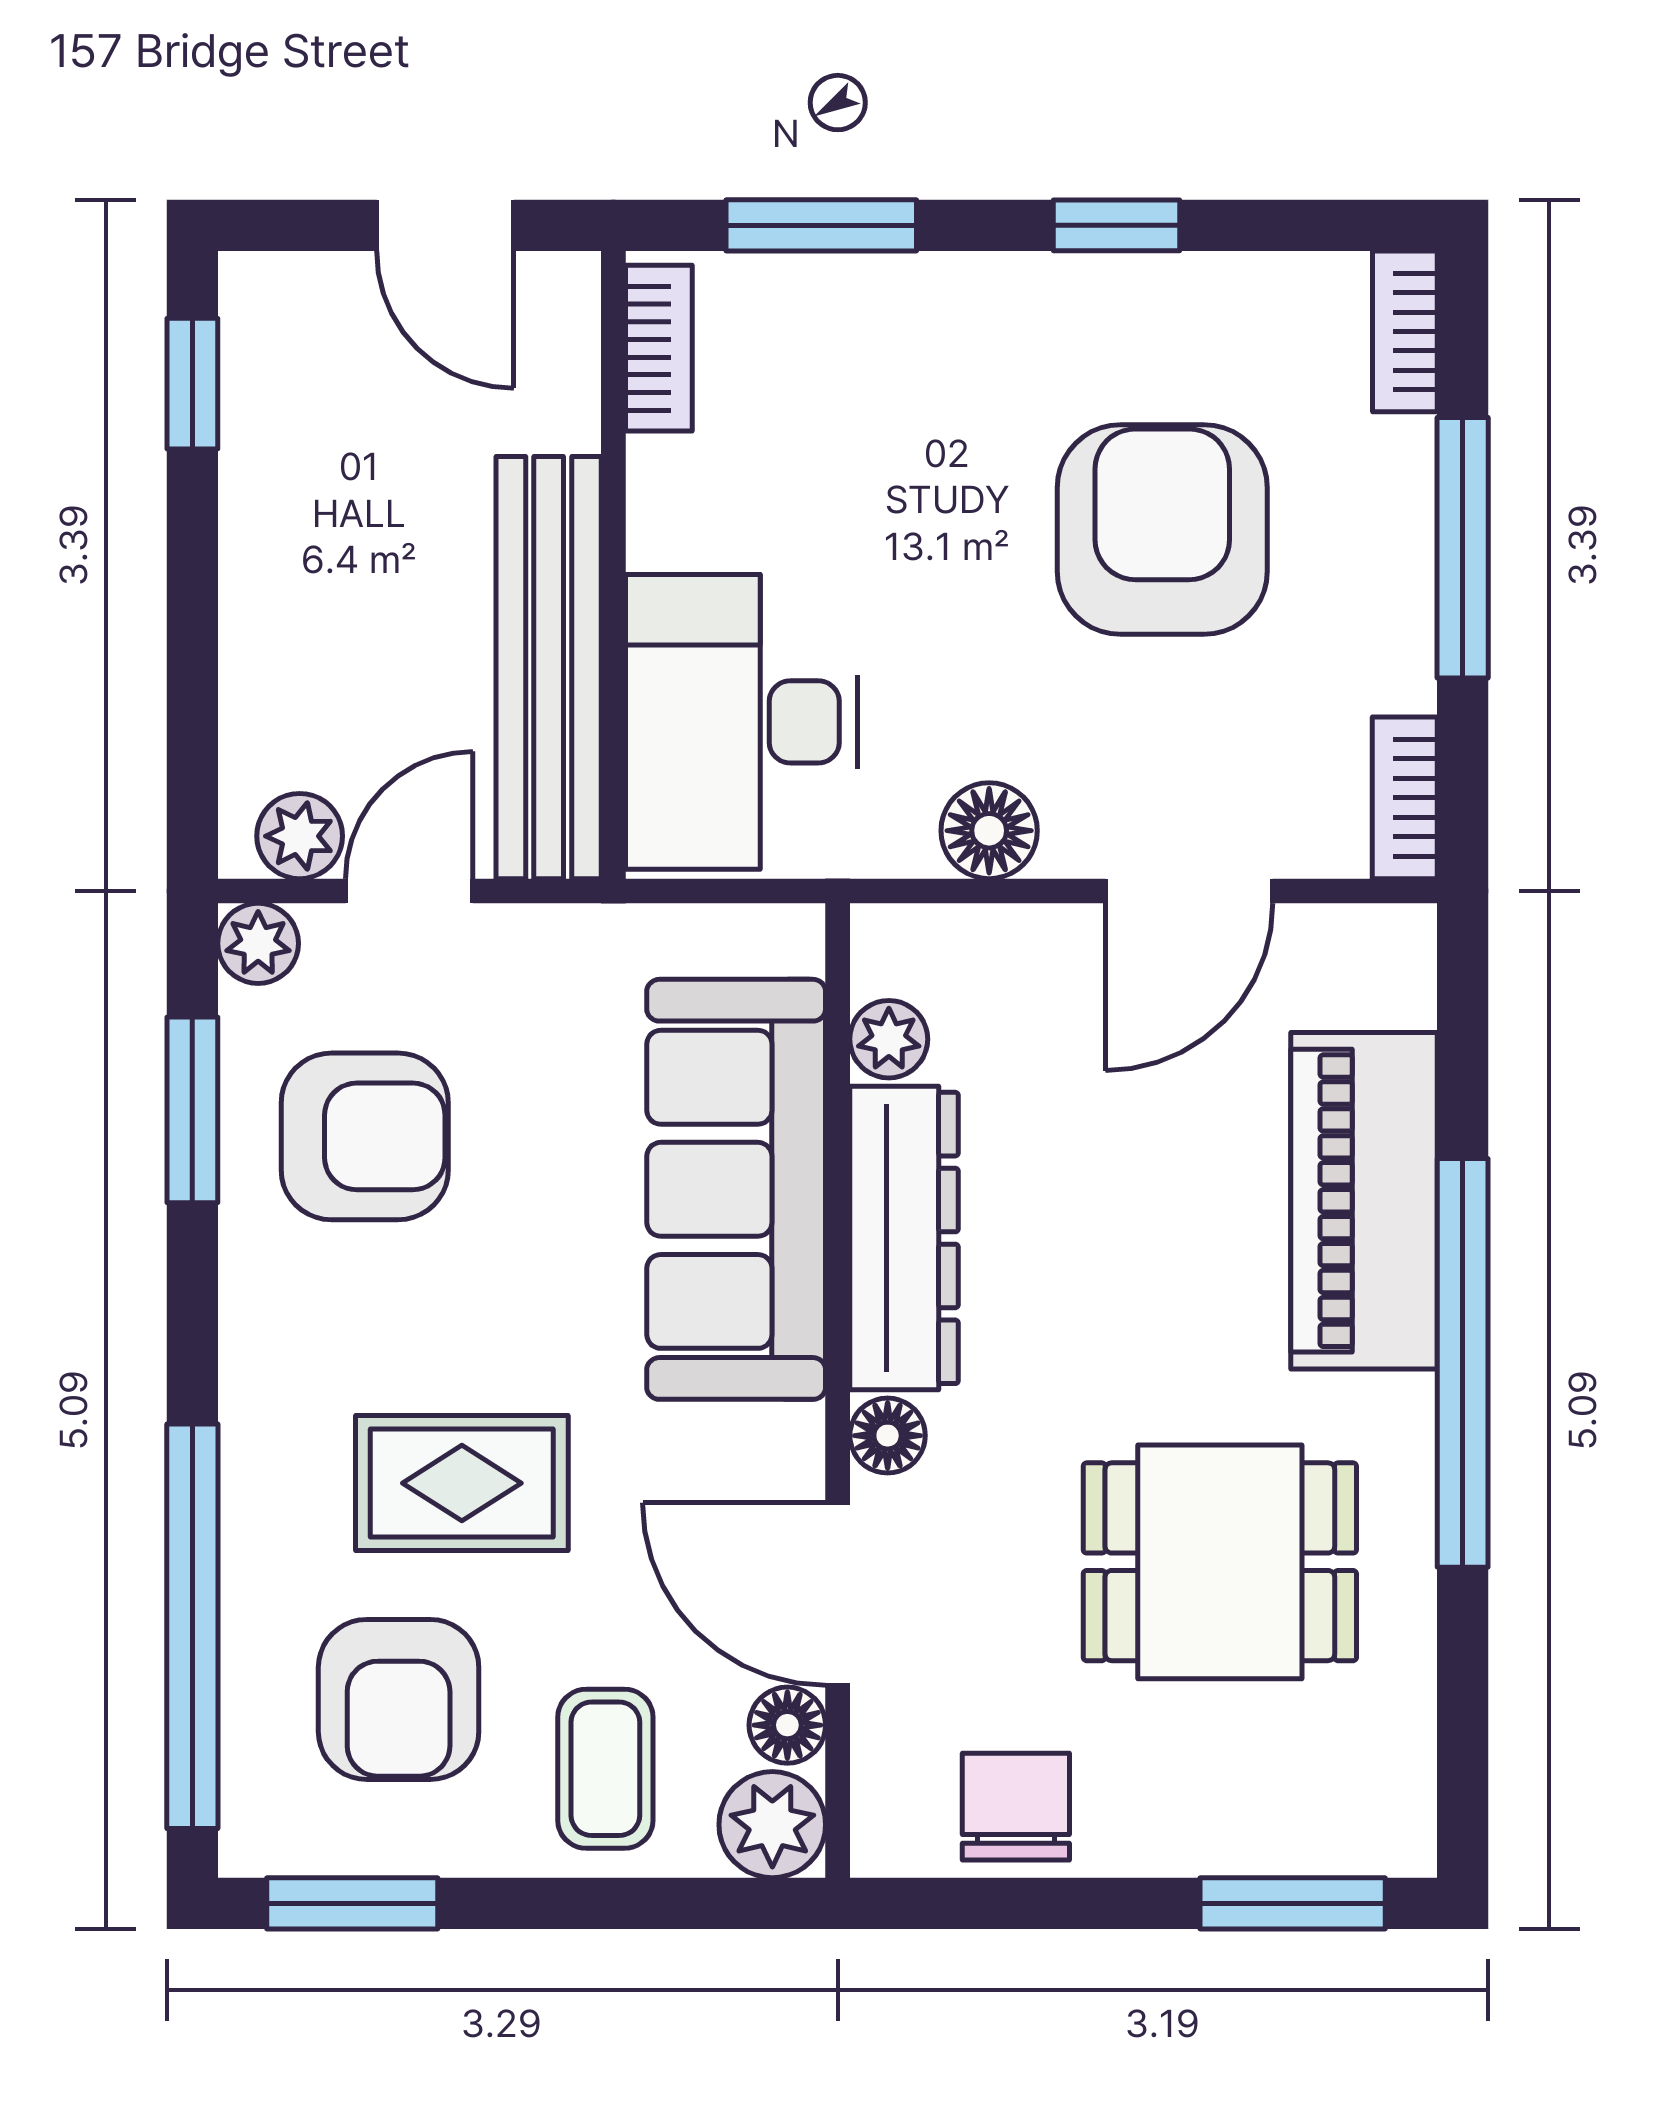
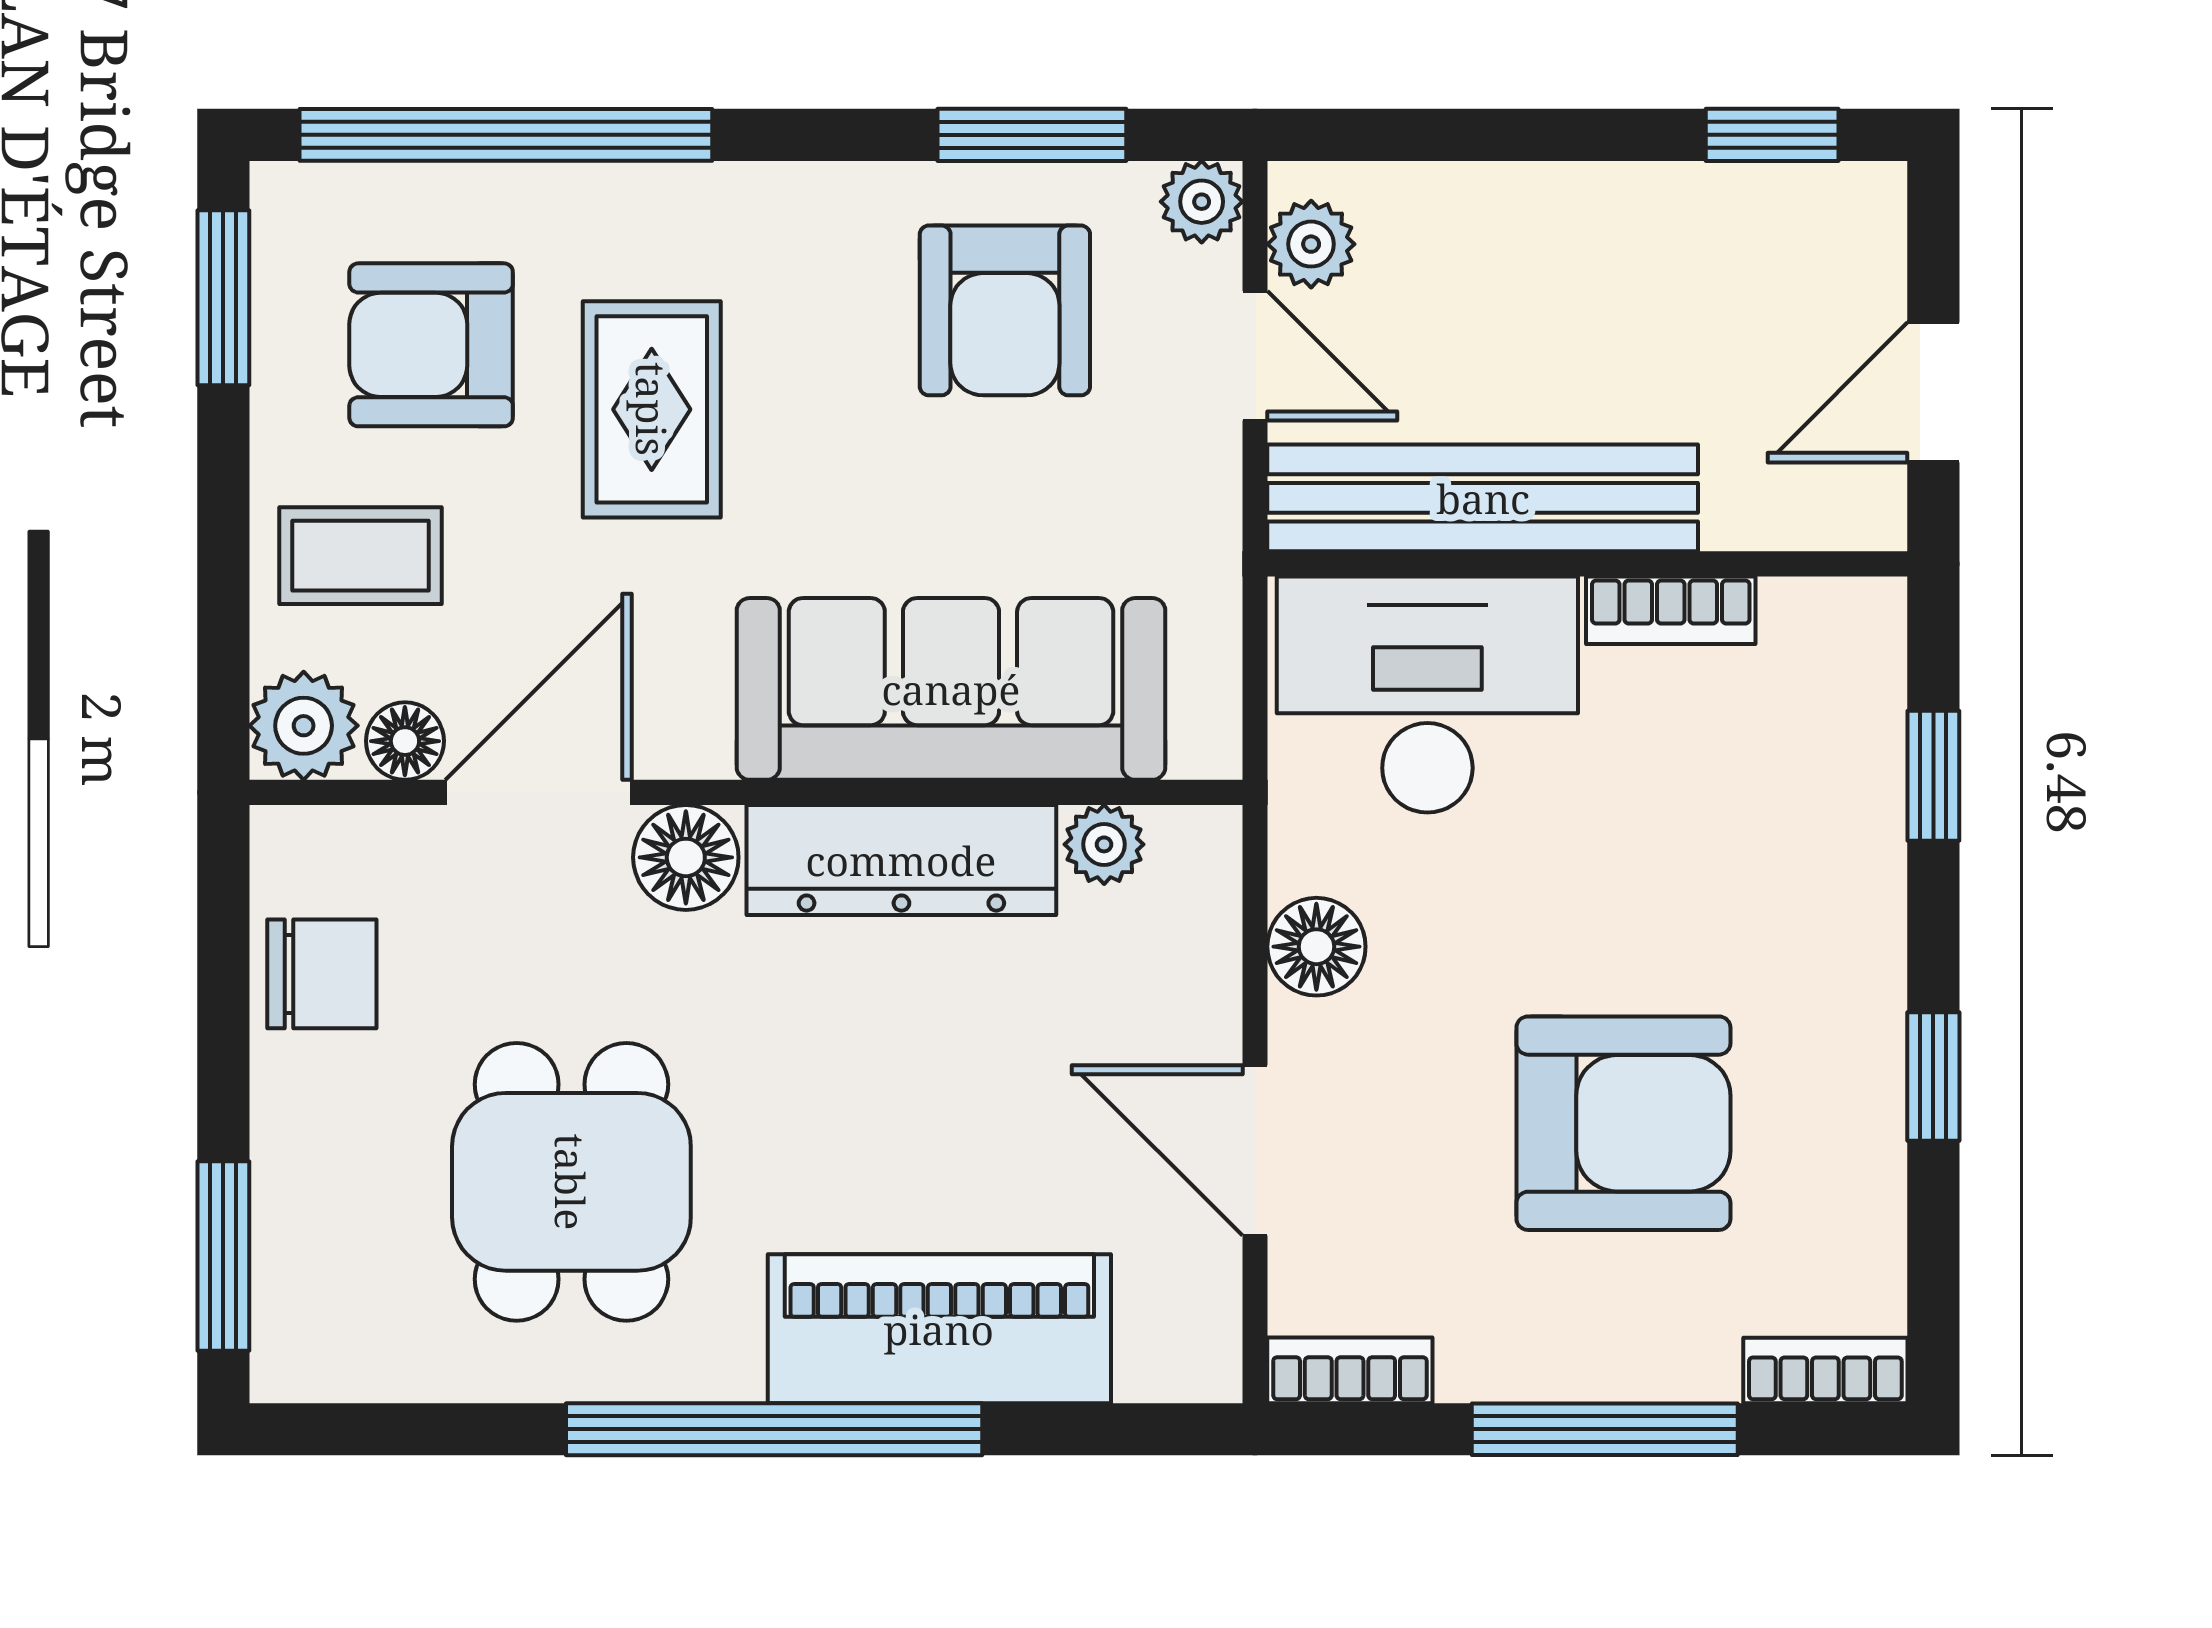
window: (821, 225) -> (1933, 776), width x0.67
bookcase: (659, 348) -> (1671, 610), moved
floor lamp: (888, 1436) -> (686, 857), width x1.37, depth x1.37

